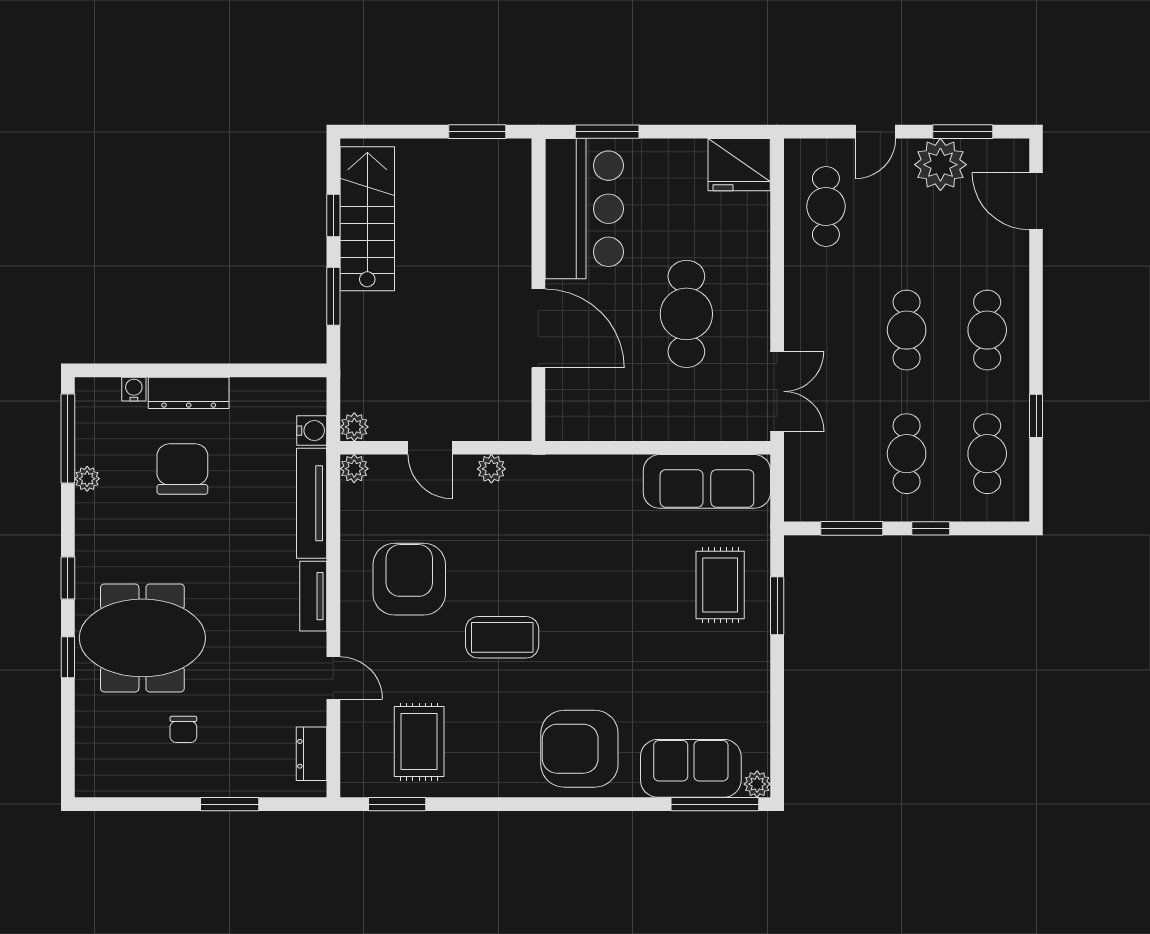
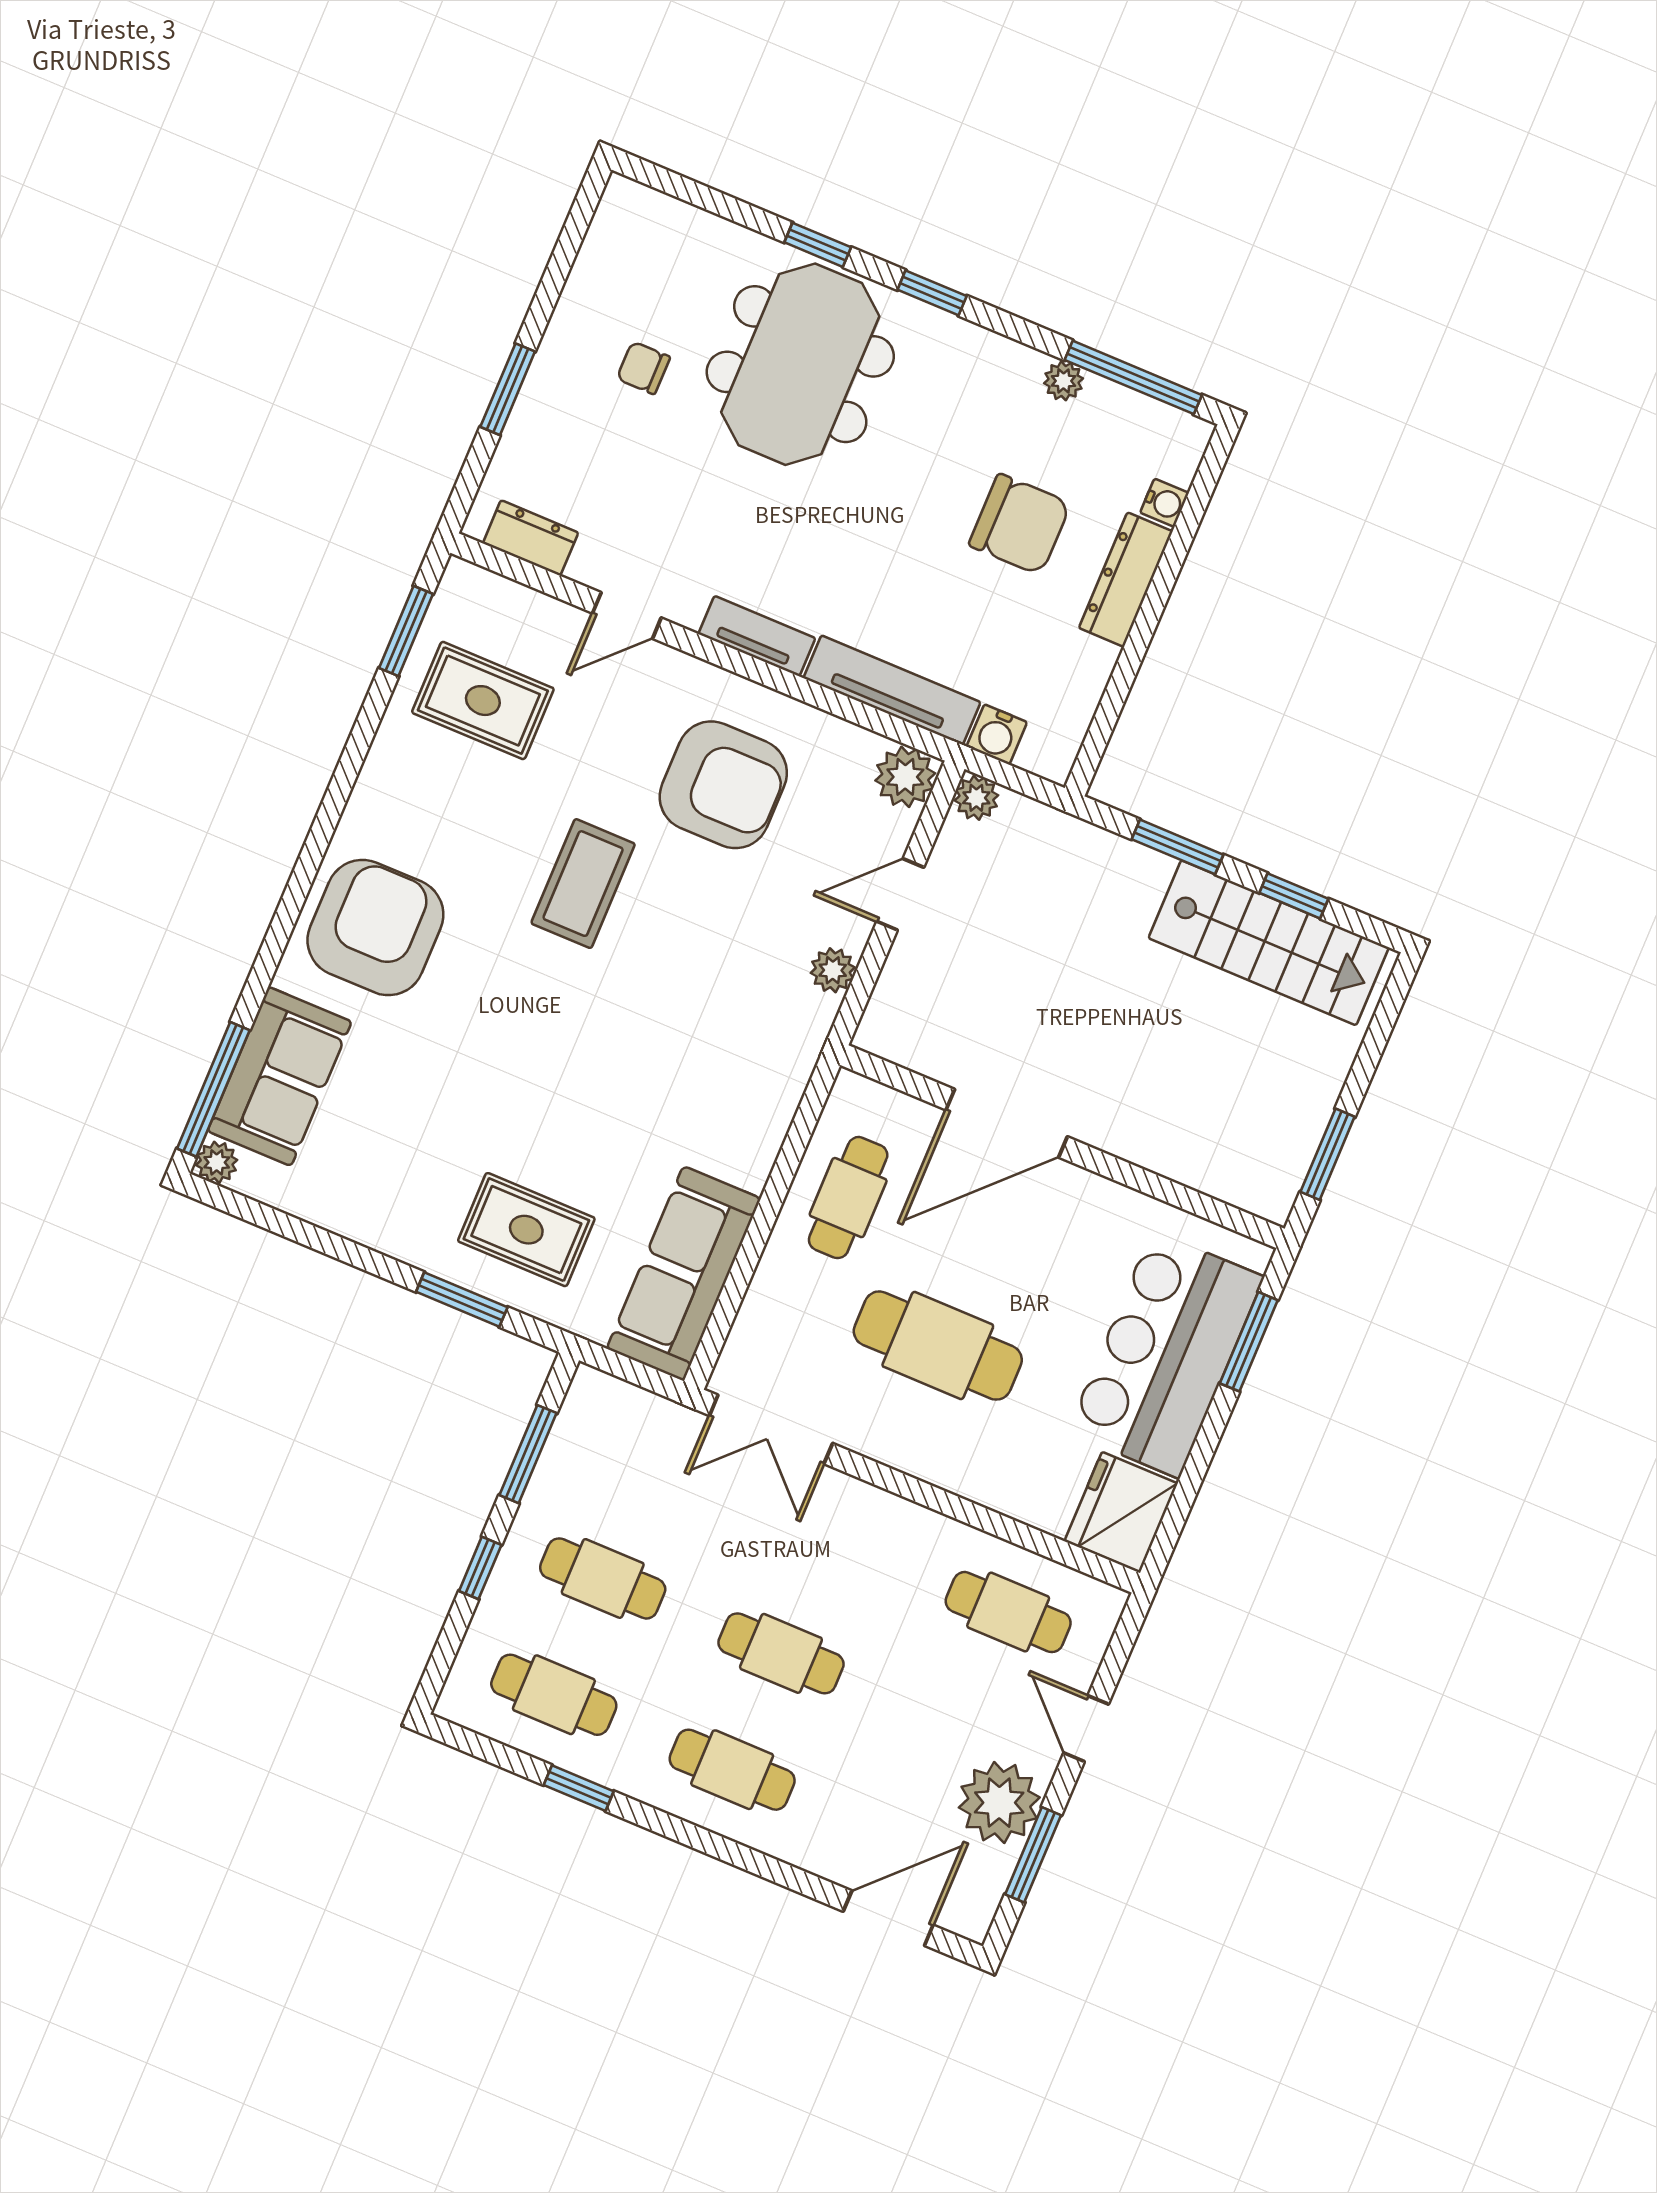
bar counter: (584, 209) -> (1166, 1354), moved, turned 90
cafe table: (621, 403) -> (848, 1198), added
plant: (354, 469) -> (905, 777), width x1.38, depth x1.38

